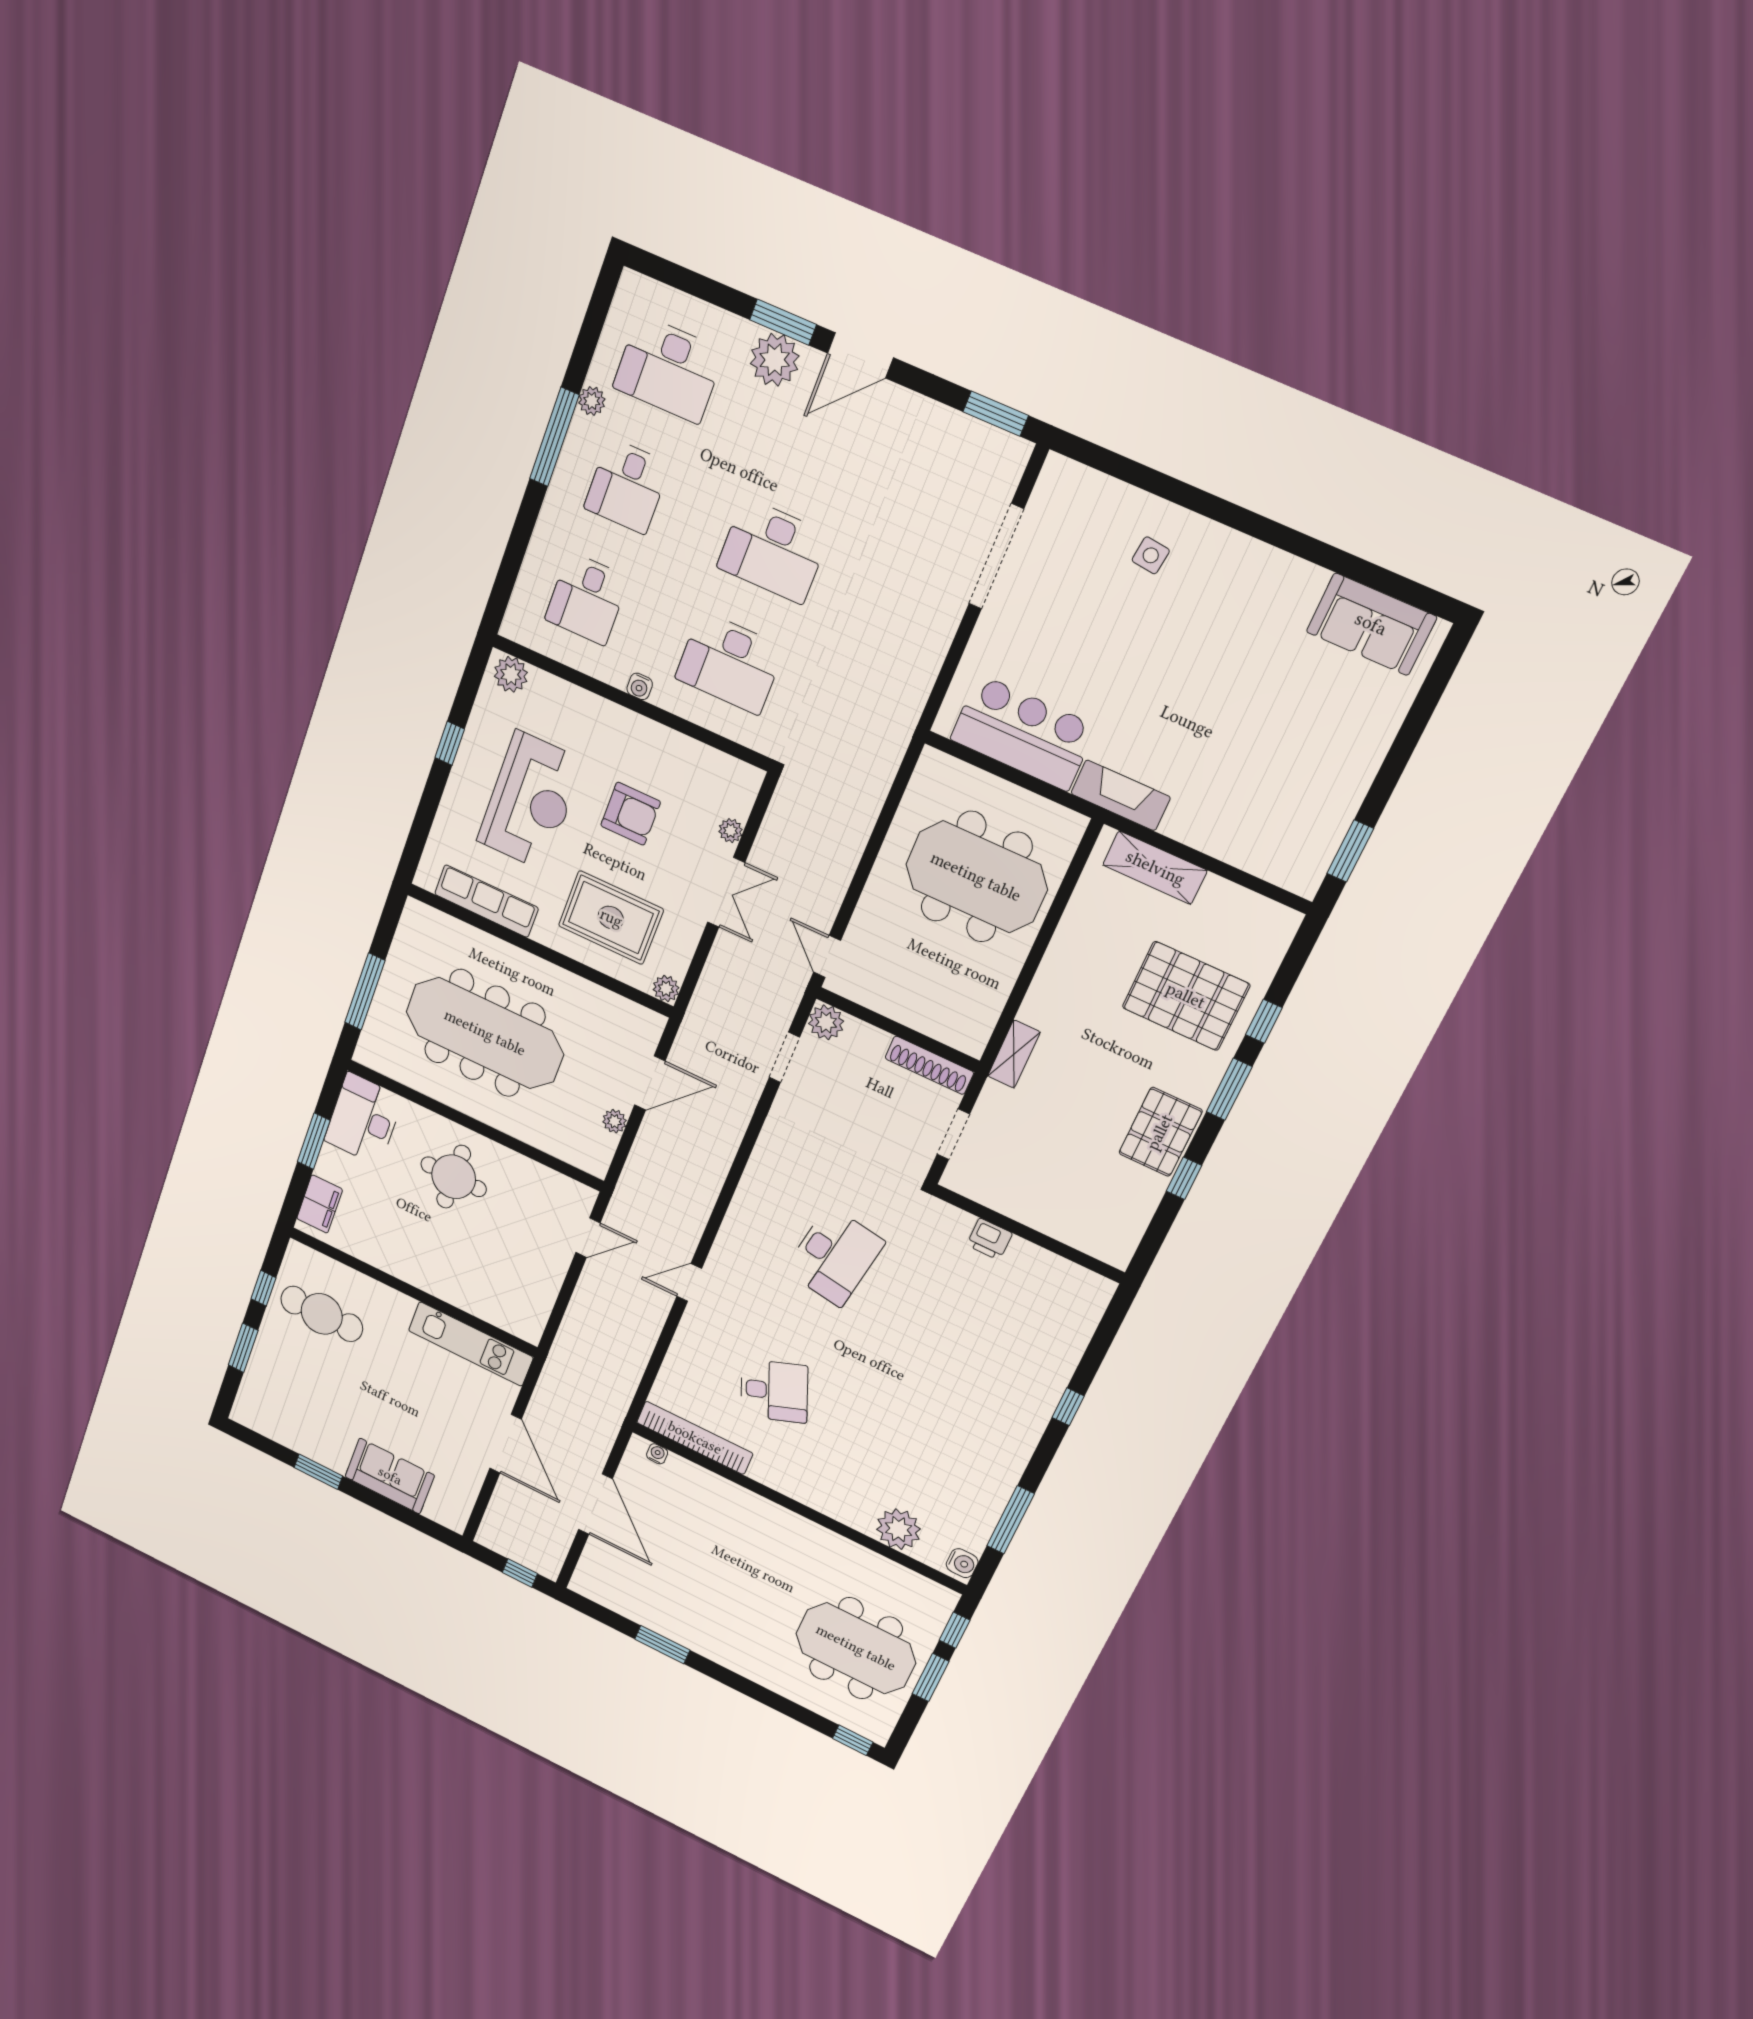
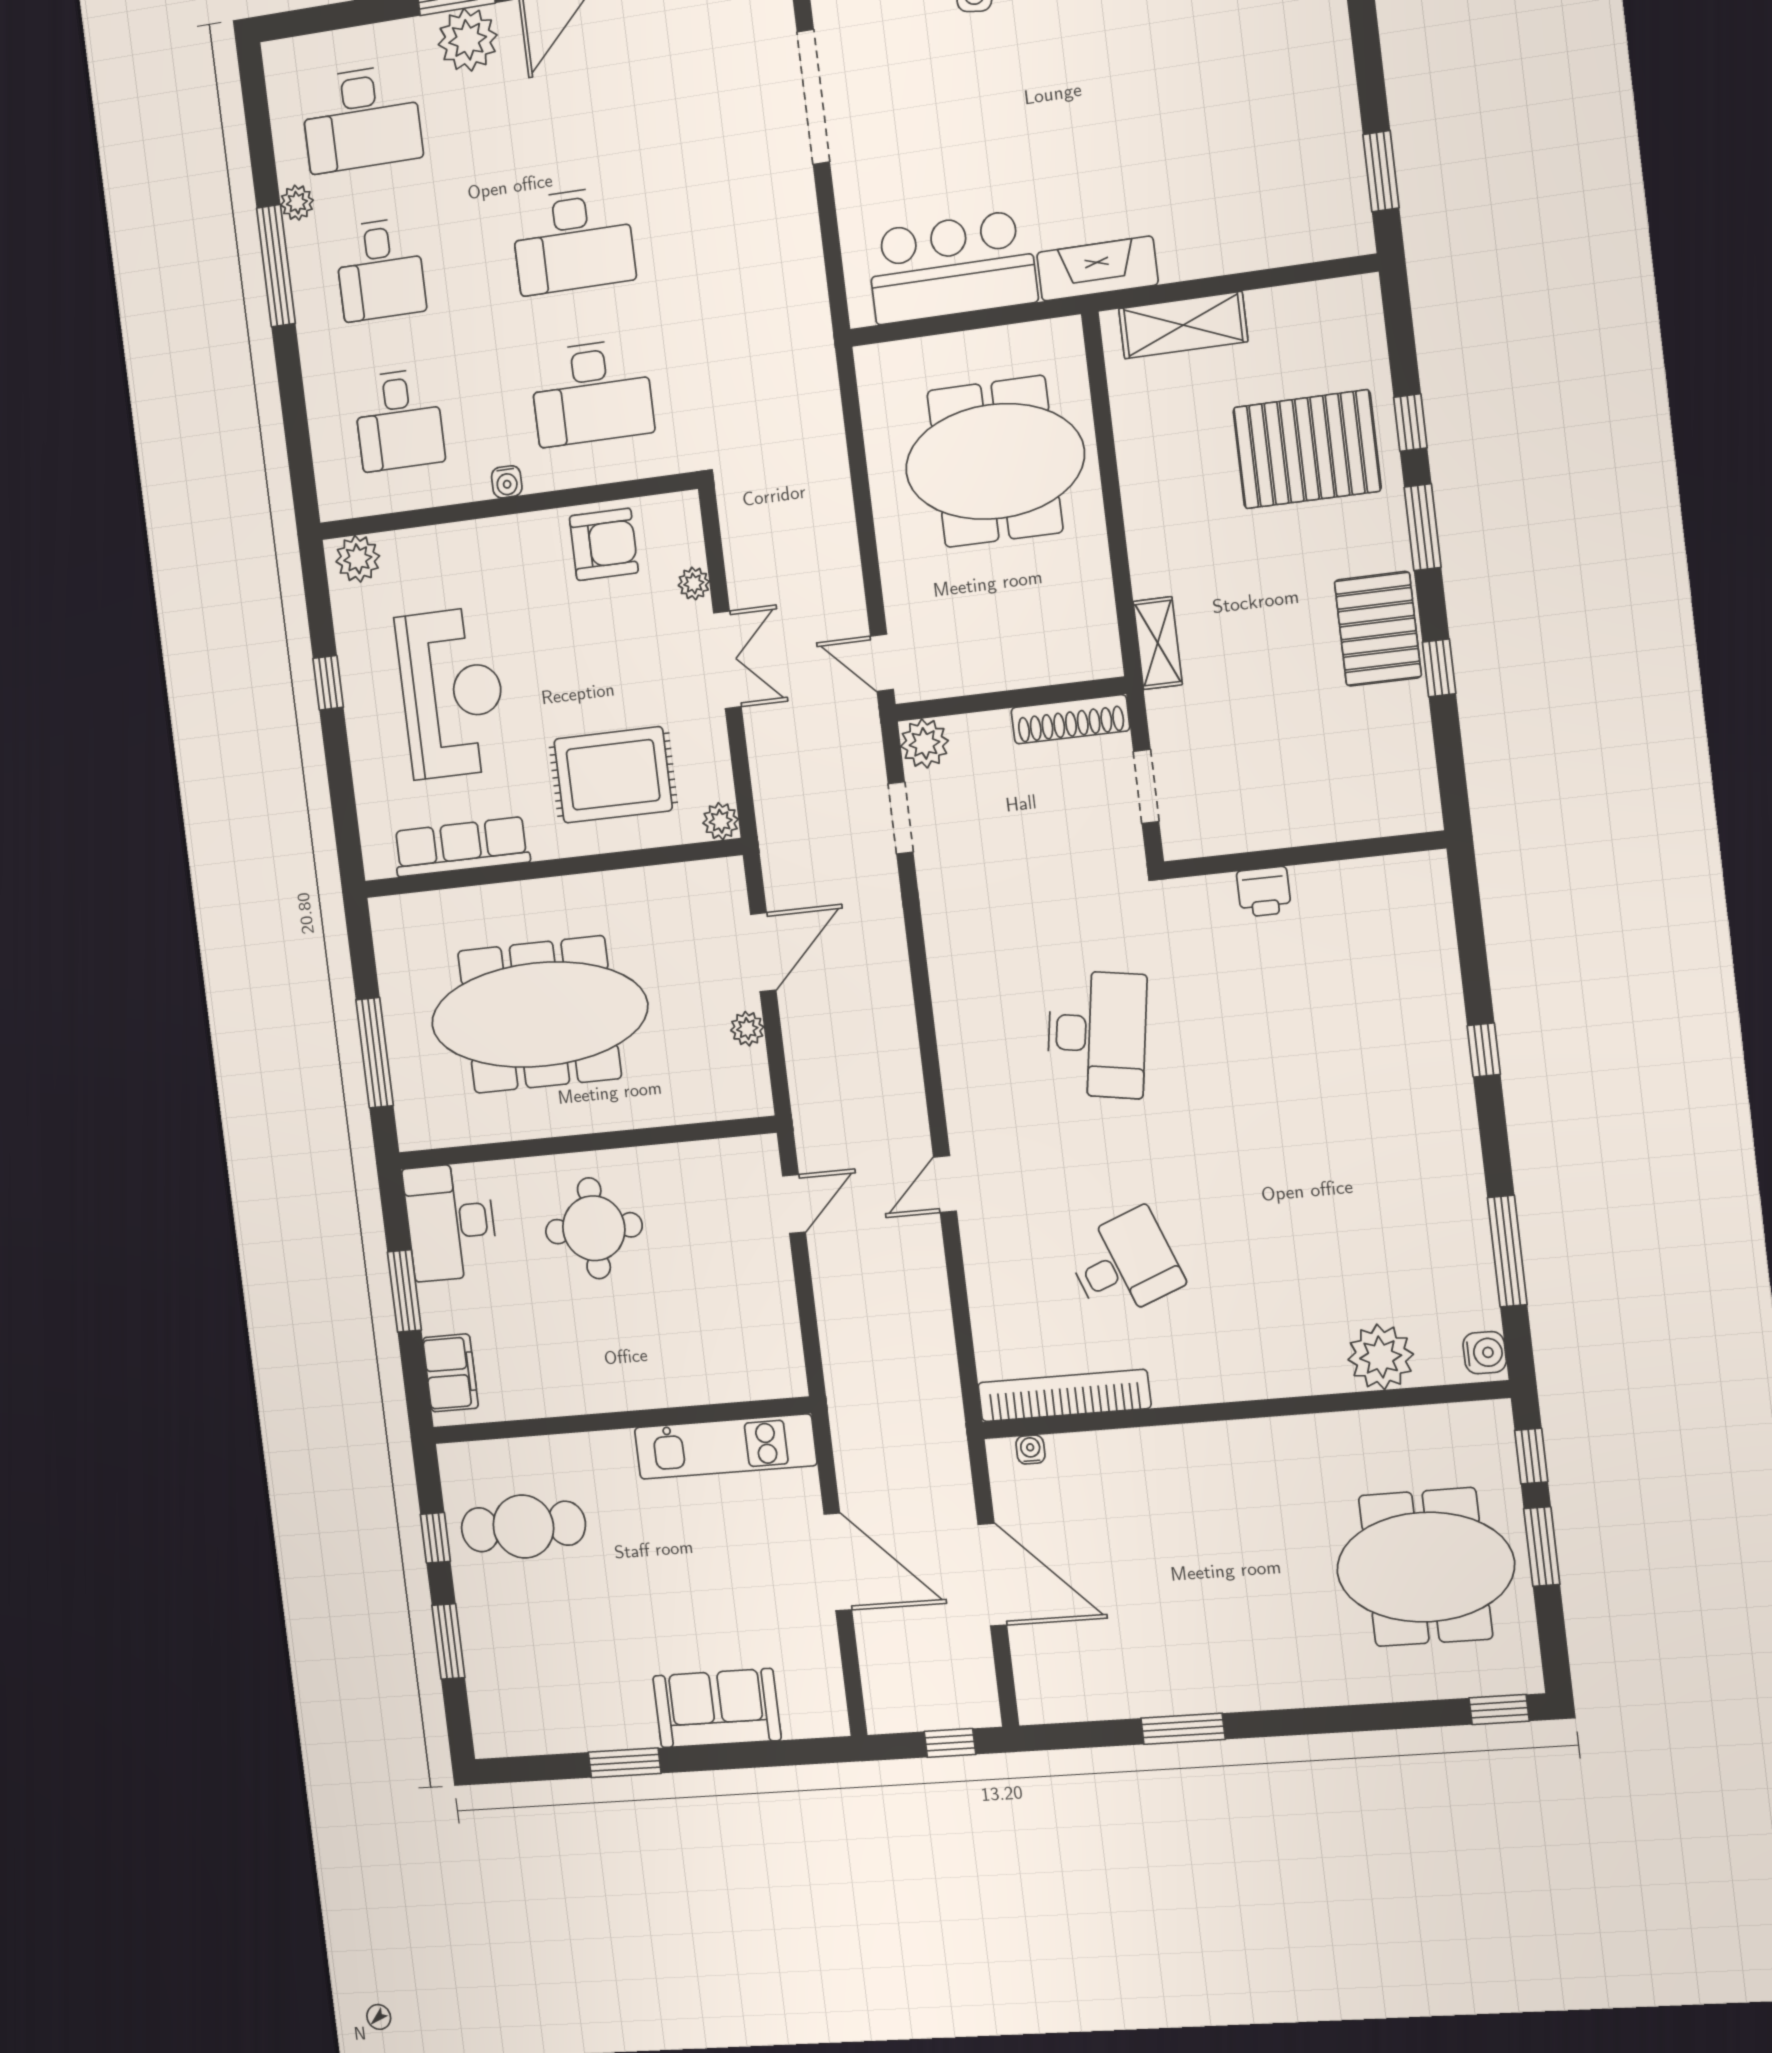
armchair: (631, 814) -> (604, 544), moved

